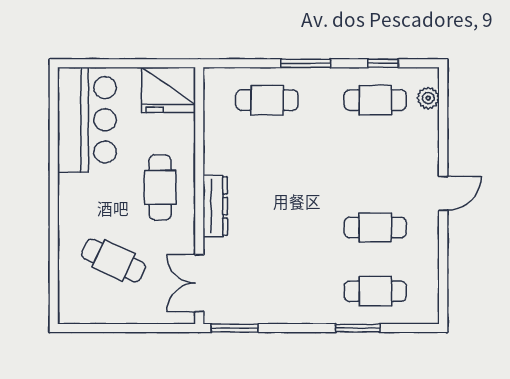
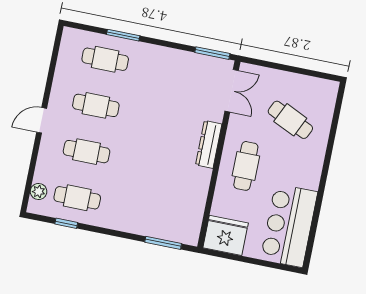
window: (306, 63) -> (163, 243), moved
cafe table: (267, 100) -> (87, 152), moved

